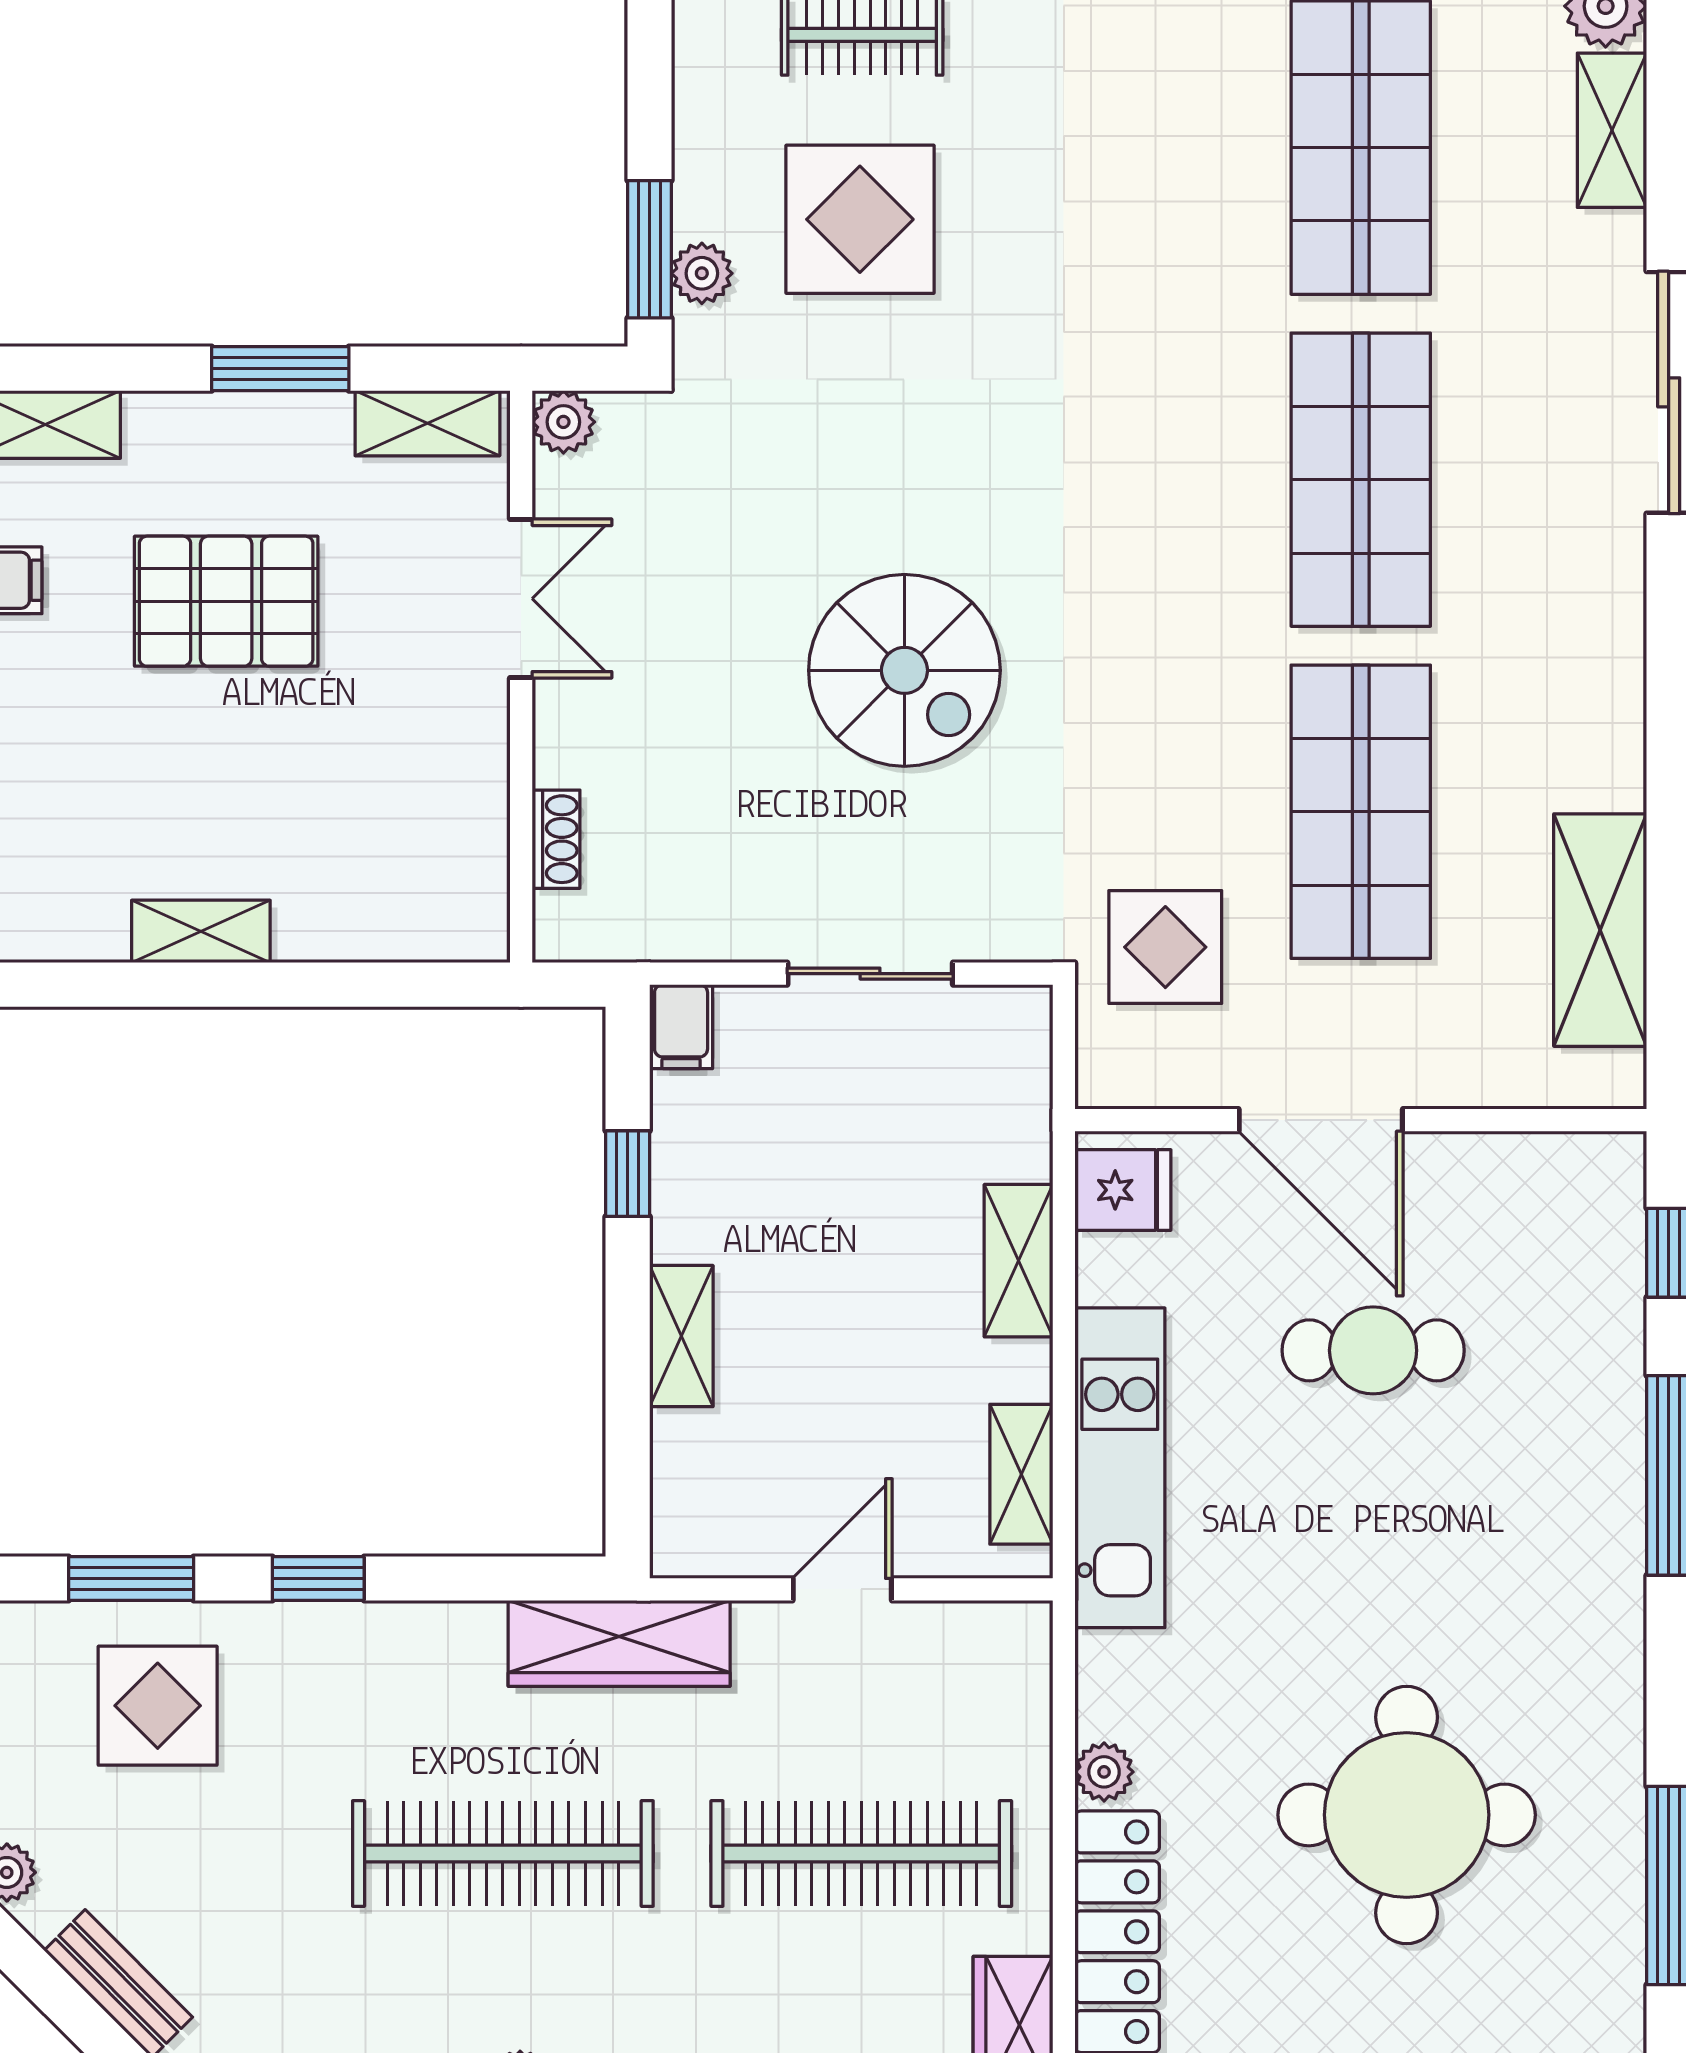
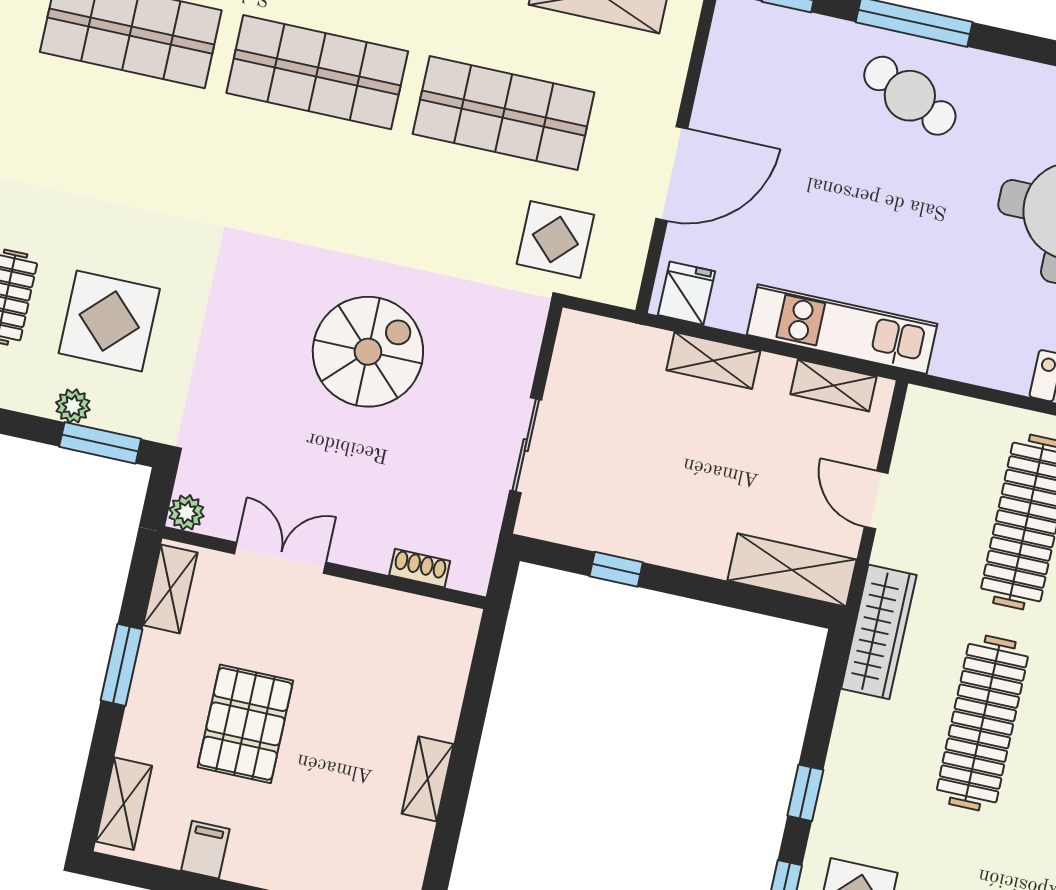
plant: (702, 273) -> (73, 406), moved
sliding door: (870, 974) -> (526, 445), moved
filing cabinet: (681, 1027) -> (540, 521), removed
shelving: (681, 1336) -> (792, 570), moved, width x1.50, depth x1.33
cafe table: (1373, 1350) -> (910, 96), moved, turned -65
plant: (1104, 1772) -> (1011, 376), removed

